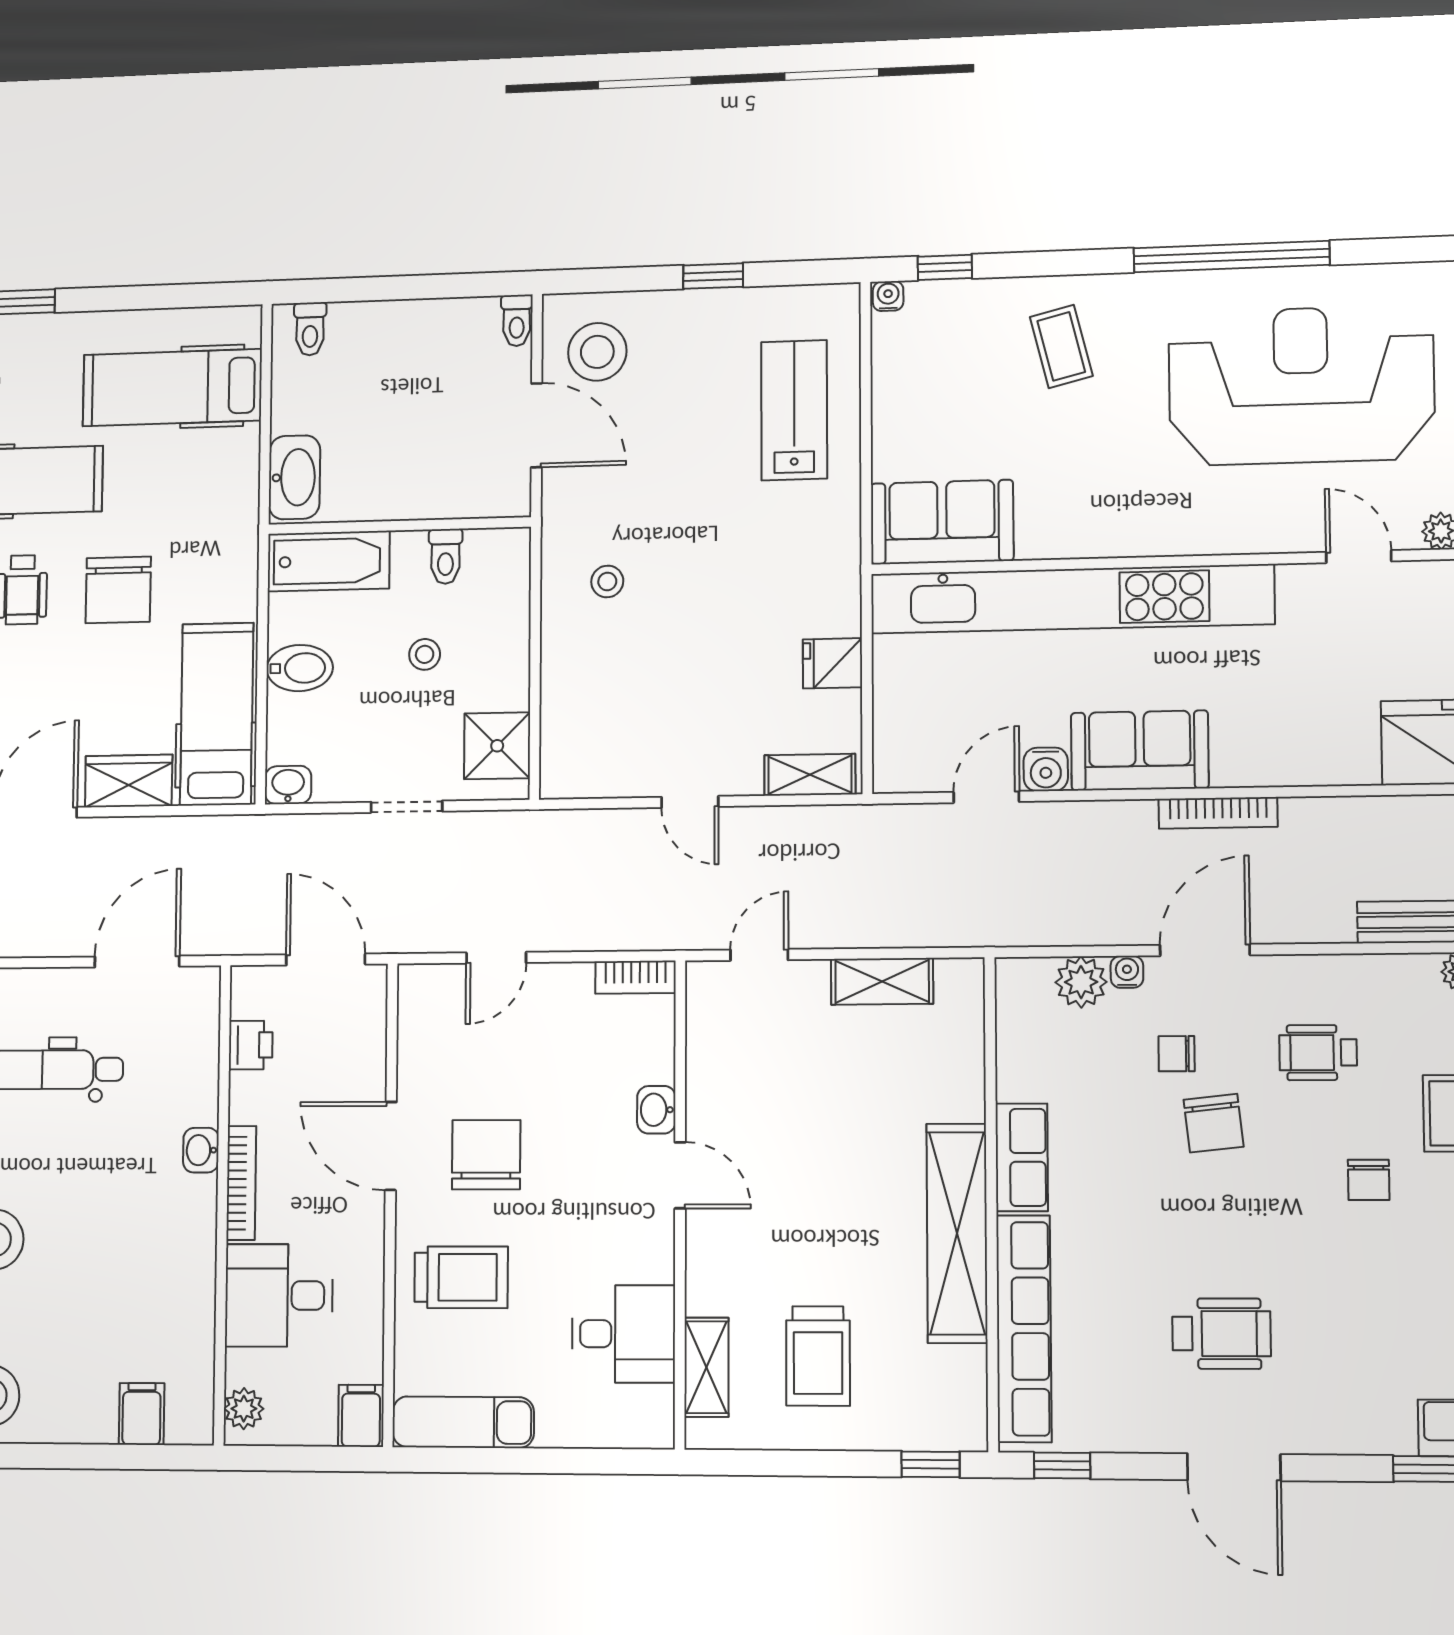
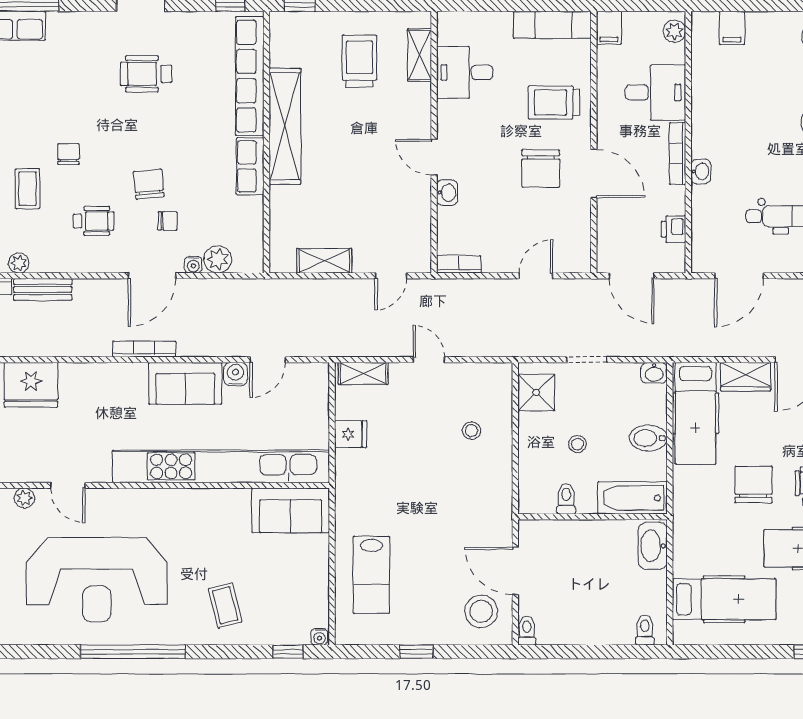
stool: (607, 581) -> (472, 431), moved

